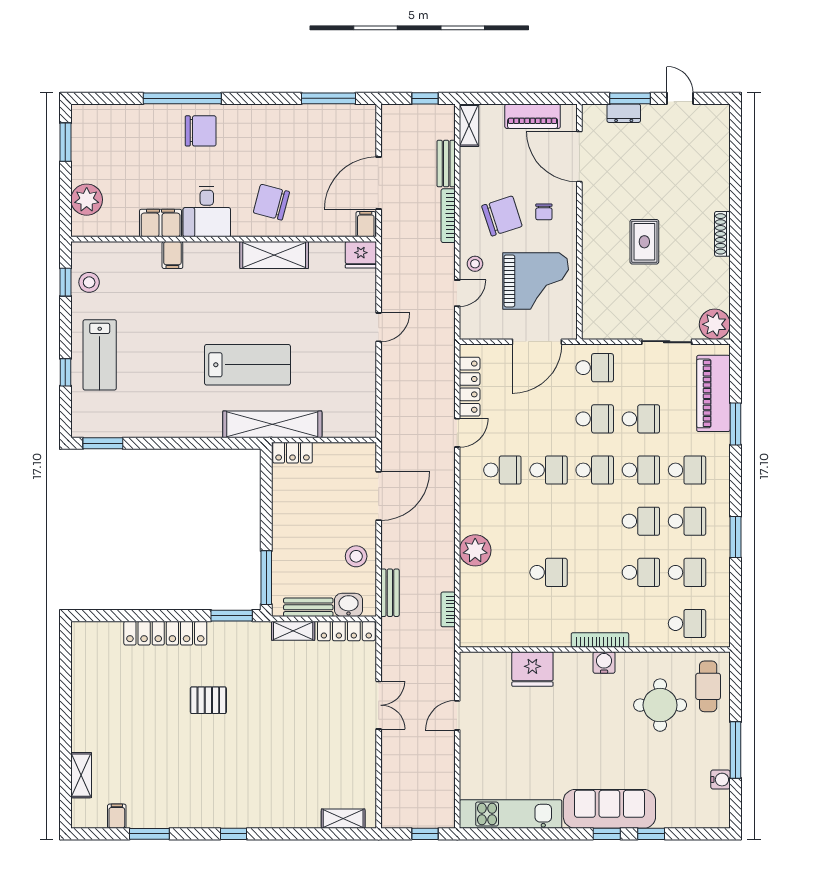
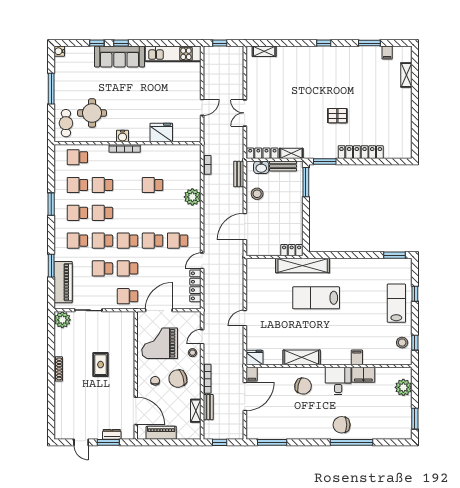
shelving: (469, 125) -> (196, 411), moved
water cooler: (720, 780) -> (59, 51), moved

